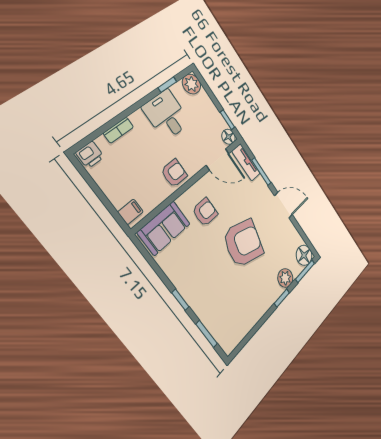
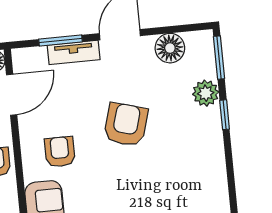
tv unit: (246, 162) -> (74, 52), moved
armchair: (243, 243) -> (126, 125), width x0.73, depth x0.73
floor lamp: (304, 255) -> (170, 48), moved

